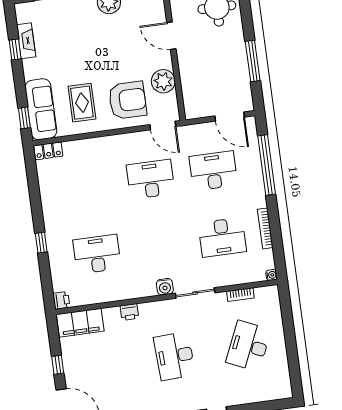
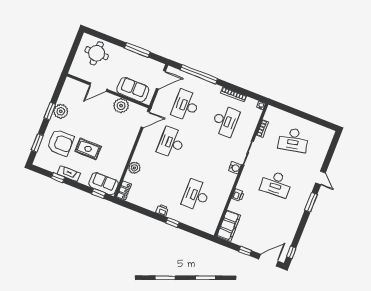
fireplace: (26, 41) -> (69, 174), moved
sofa: (194, 85) -> (133, 90), added
armchair: (128, 100) -> (60, 143), moved, turned 90
rug: (82, 103) -> (88, 149), moved
sofa: (41, 109) -> (104, 184), width x0.73
plant: (87, 148) -> (134, 168), added
printer: (61, 300) -> (162, 210), moved
desk: (249, 346) -> (293, 140), turned -36

